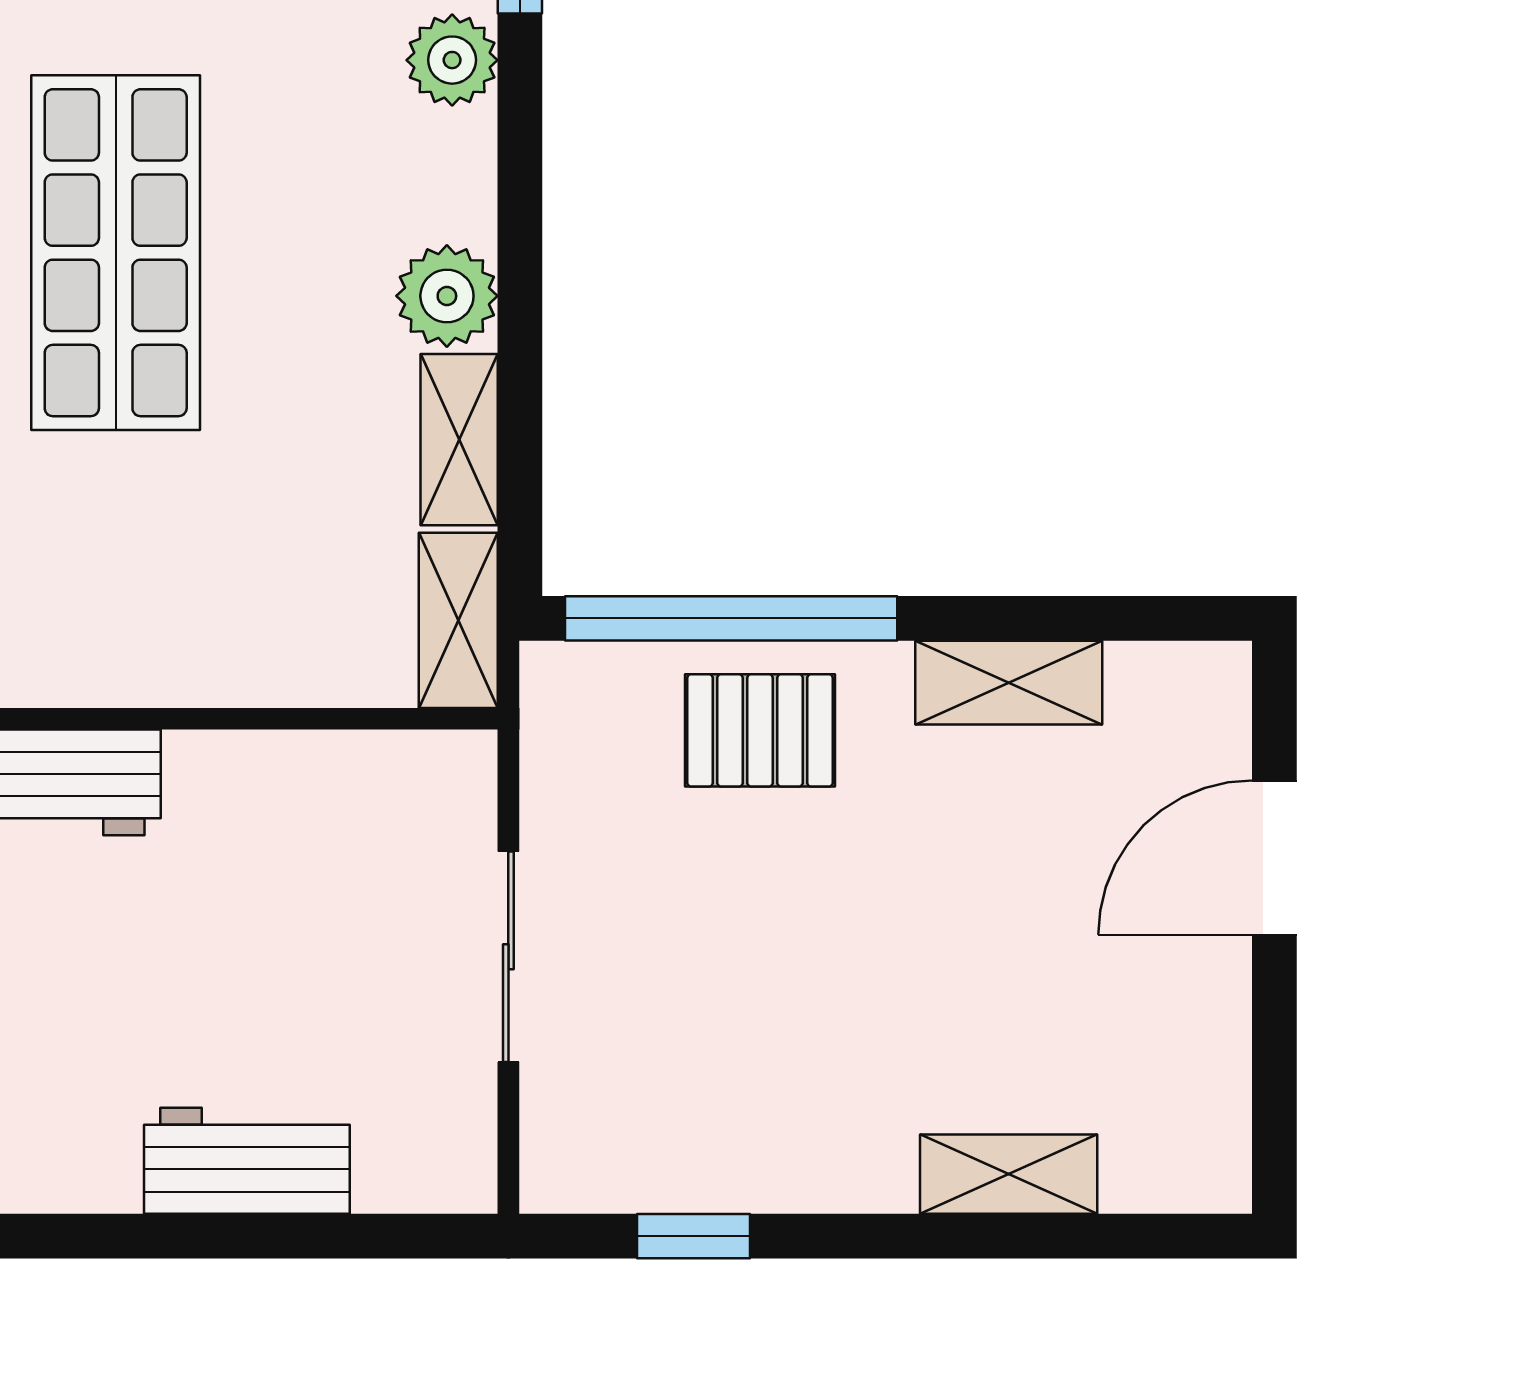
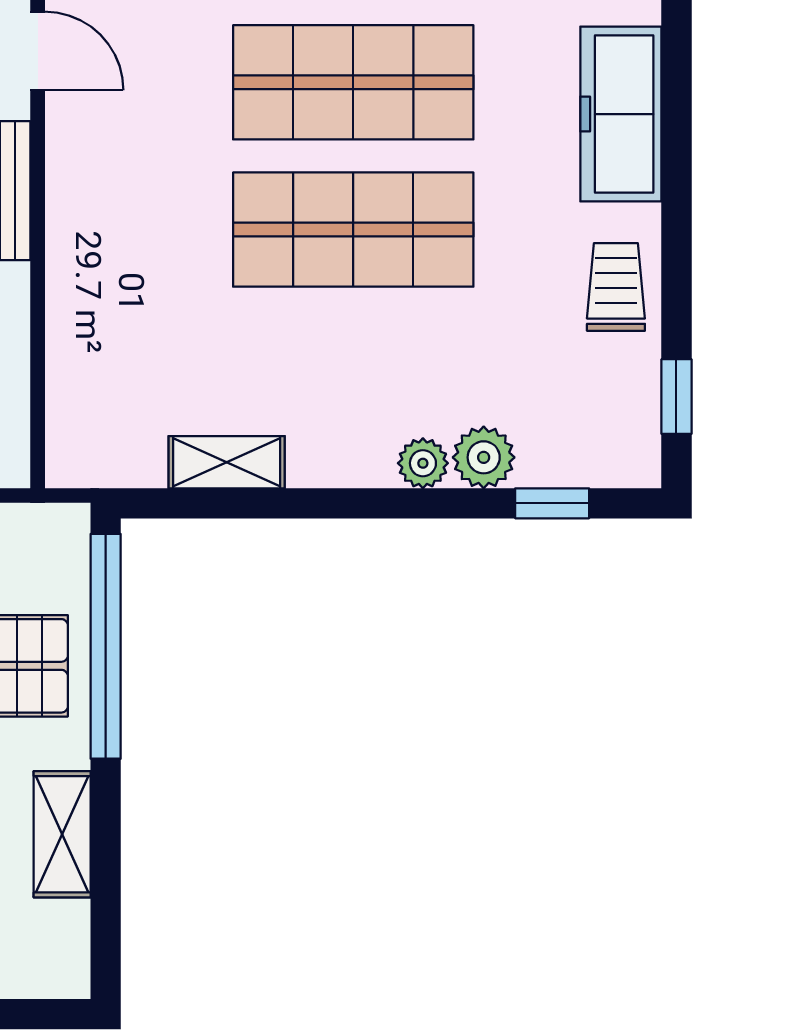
plant: (447, 296) -> (423, 463), moved, width x0.73, depth x0.73
shelving: (458, 620) -> (104, 462), removed

